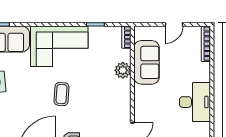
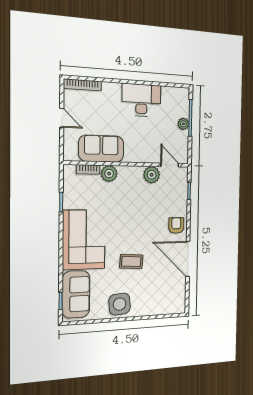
bookcase: (126, 37) -> (88, 169), moved
coffee table: (61, 94) -> (131, 261), moved
plant: (122, 114) -> (152, 175), added

